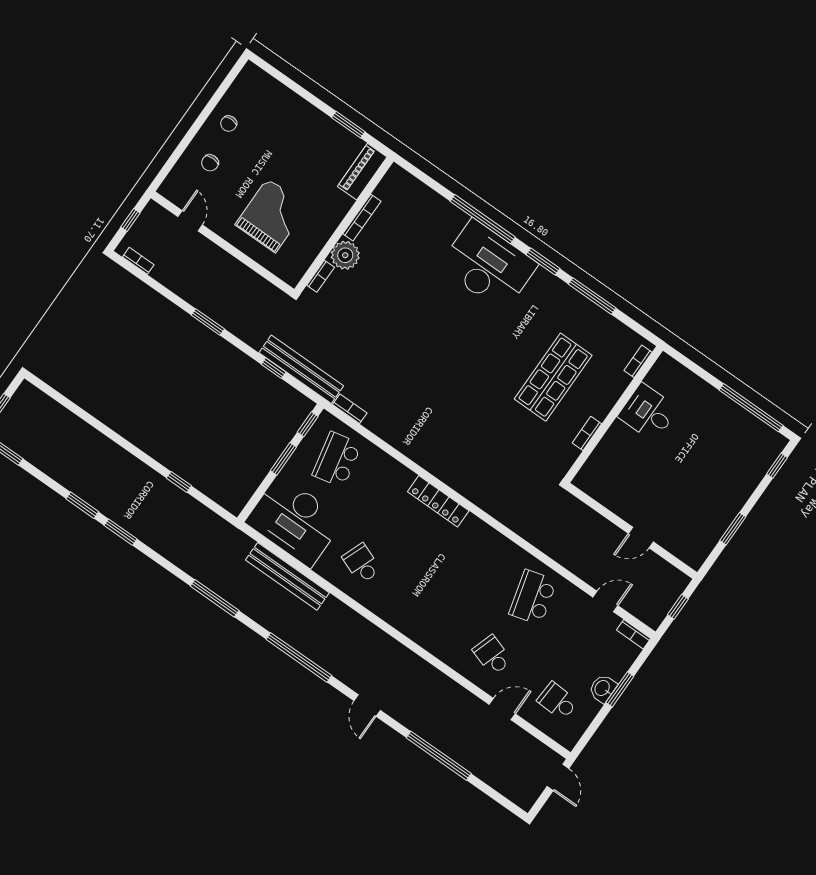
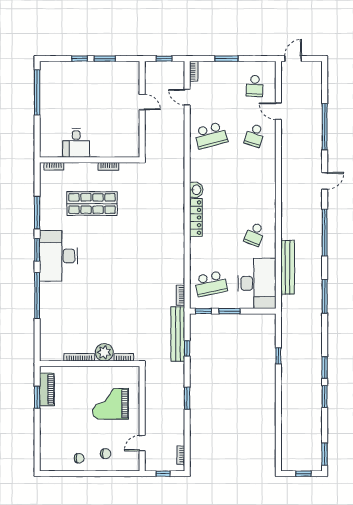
piano: (362, 172) -> (47, 389), moved, turned -90
desk: (488, 265) -> (59, 256), moved
window: (777, 466) -> (79, 59), moved
washbasin: (603, 688) -> (196, 190), moved, turned -90

